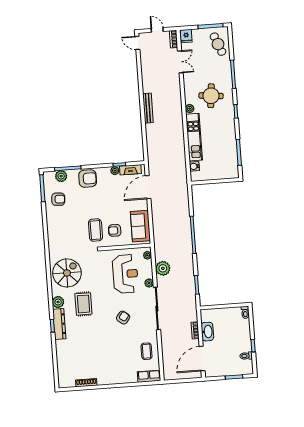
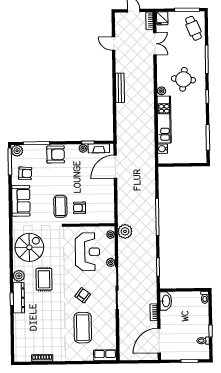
door: (137, 43) -> (114, 44), moved
plant: (61, 176) -> (17, 151), moved
sofa: (140, 226) -> (21, 201), moved, turned 180
plant: (163, 268) -> (125, 231), moved
washbasin: (207, 332) -> (166, 301), moved
coffee table: (147, 351) -> (83, 328), moved, width x1.86, depth x1.72

